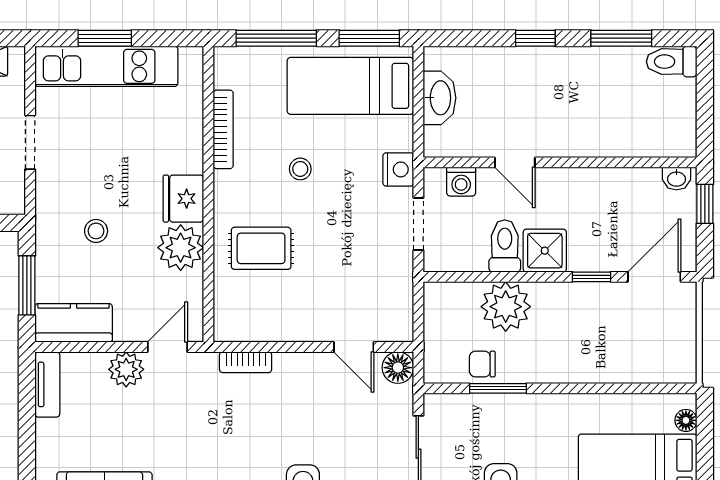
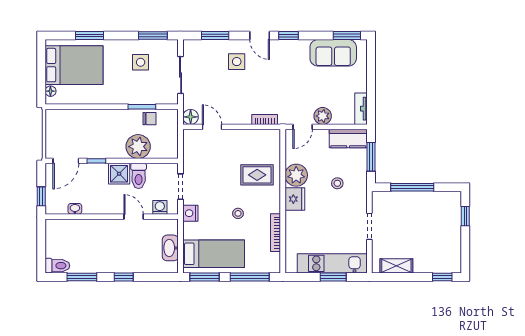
washbasin: (676, 178) -> (75, 209), moved

